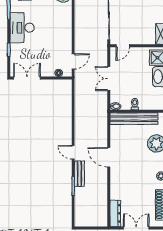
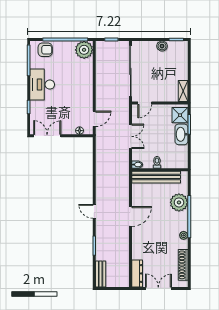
double door: (109, 79) -> (130, 136), swing flipped
door: (109, 157) -> (130, 216), swing flipped
bench: (79, 174) -> (101, 274), moved

